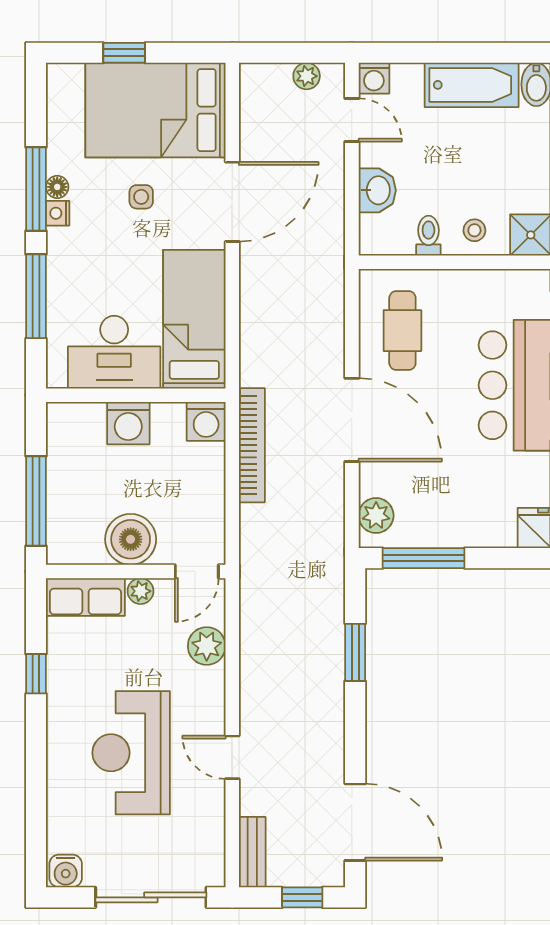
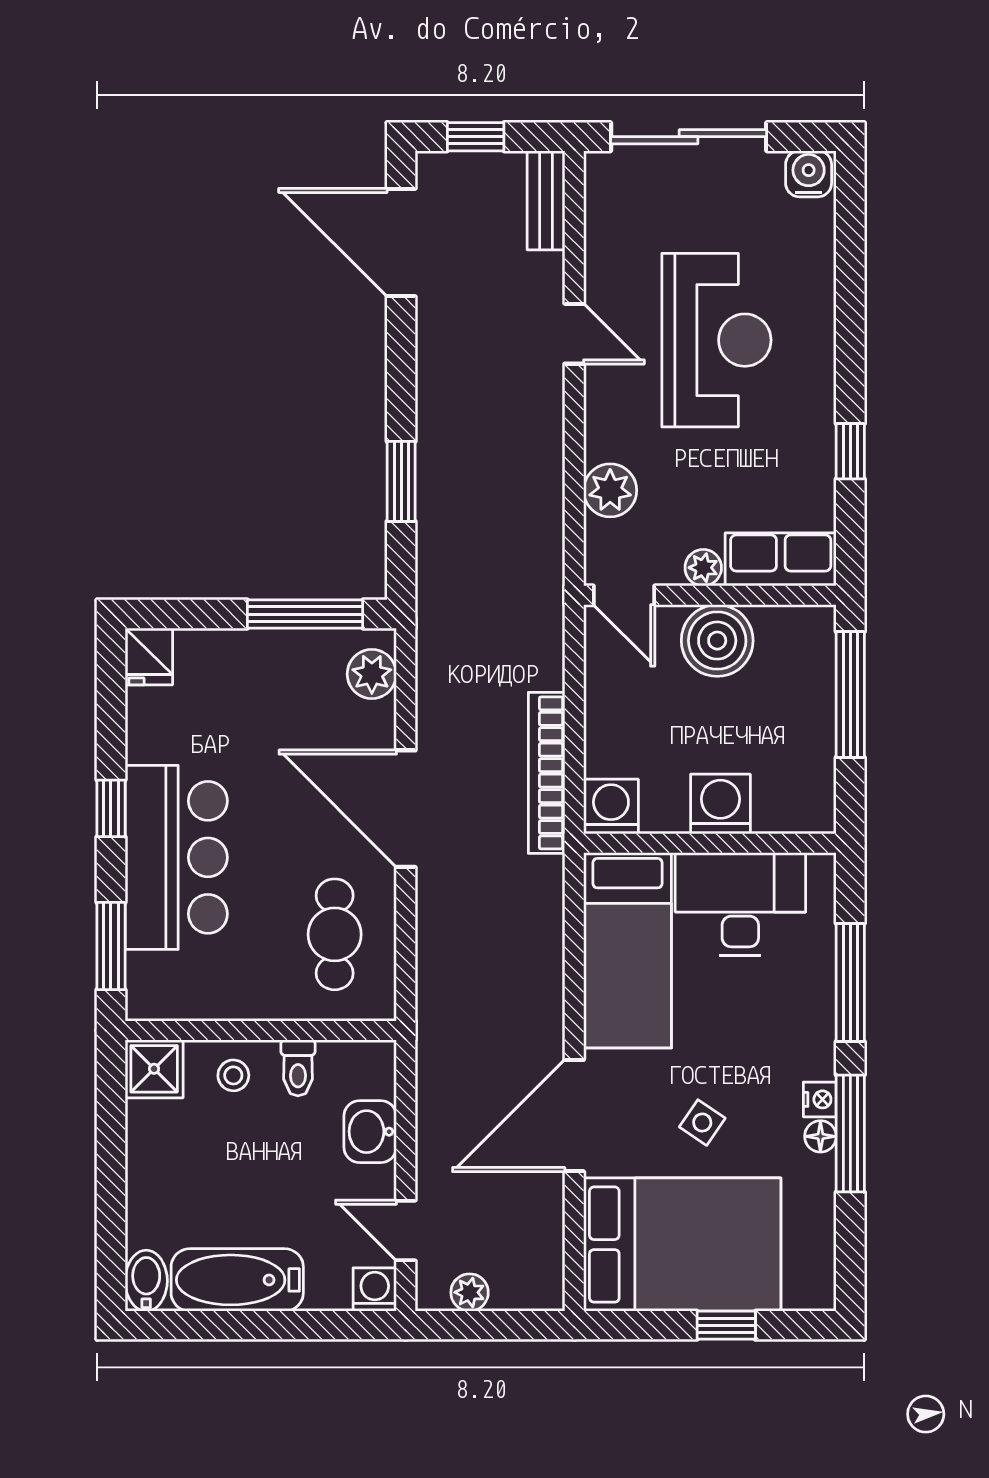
side table: (141, 197) -> (702, 1123), turned 34
door: (197, 571) -> (624, 595), swing flipped

